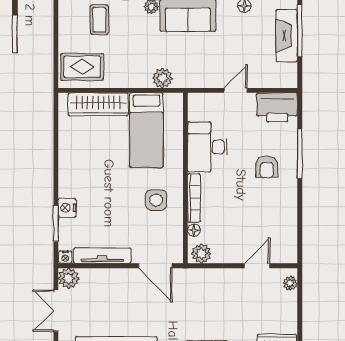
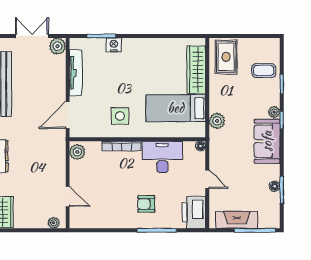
fireplace: (287, 36) -> (237, 220), moved
floor lamp: (194, 230) -> (201, 146), moved
nightstand: (65, 257) -> (74, 43), removed

